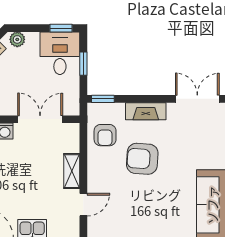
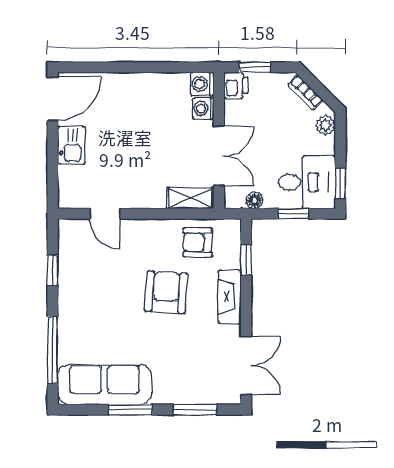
floor lamp: (74, 93) -> (255, 200), added
window: (103, 99) -> (246, 260), moved
shelving: (72, 171) -> (190, 198), moved

